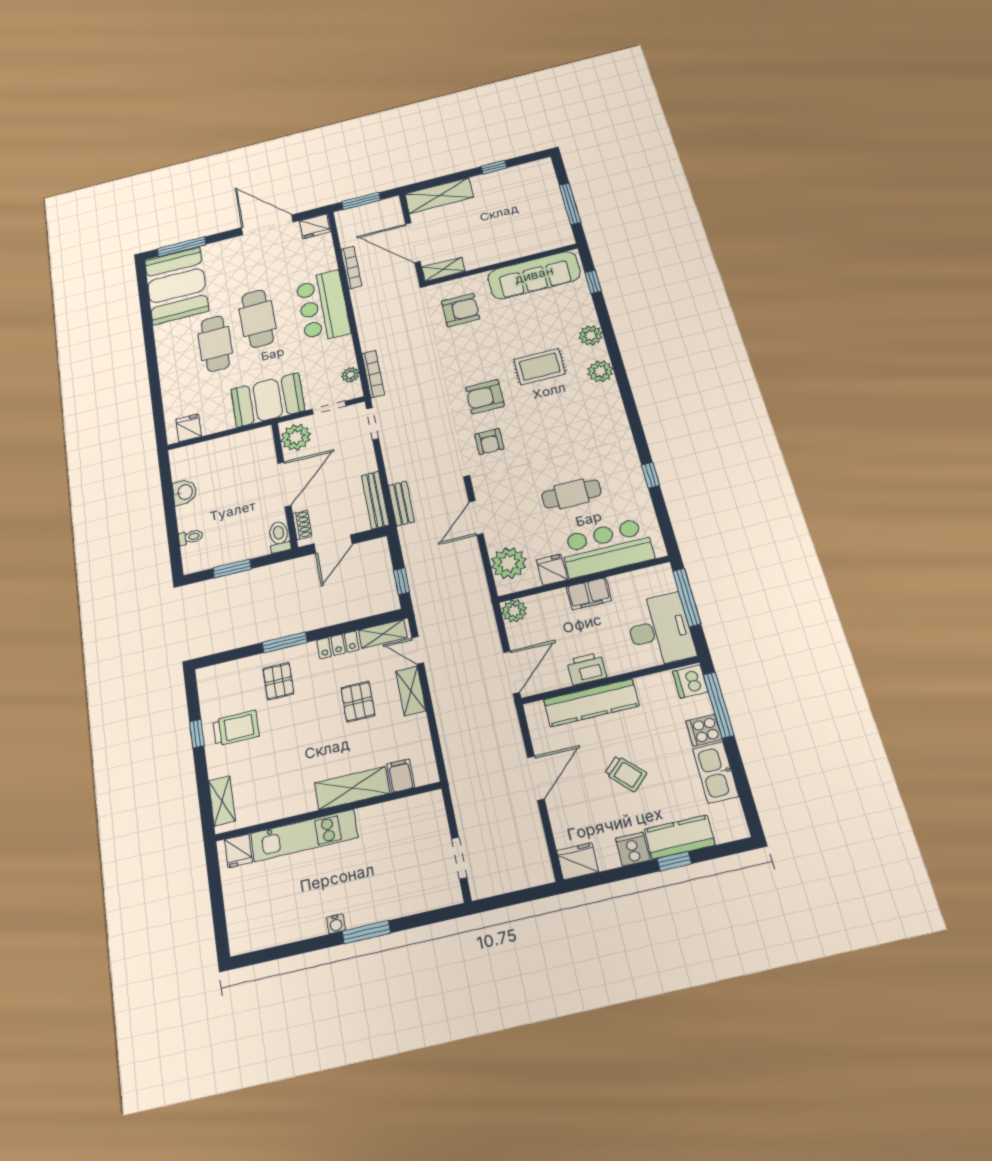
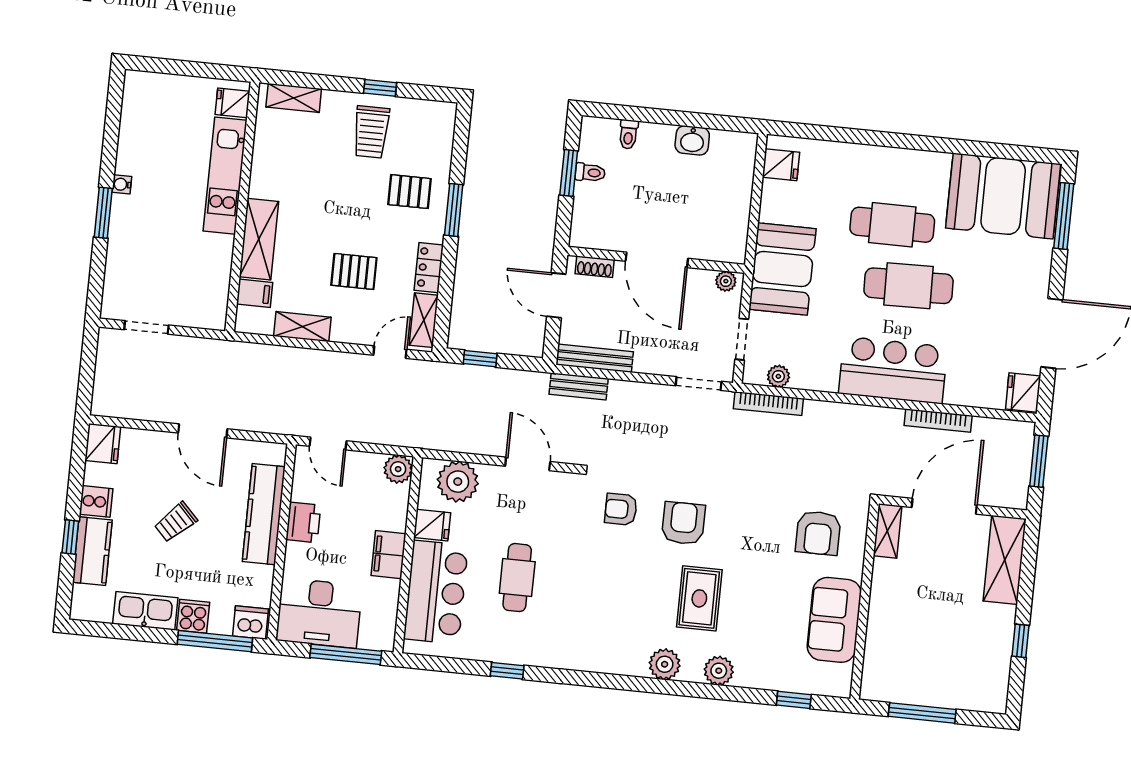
sofa: (534, 275) -> (834, 620), width x0.73
plant: (296, 437) -> (726, 281), width x0.53, depth x0.53
toilet: (279, 537) -> (590, 173), moved, width x0.73, depth x0.72
door: (512, 672) -> (328, 444), width x0.73
shelving: (411, 691) -> (302, 327), moved

